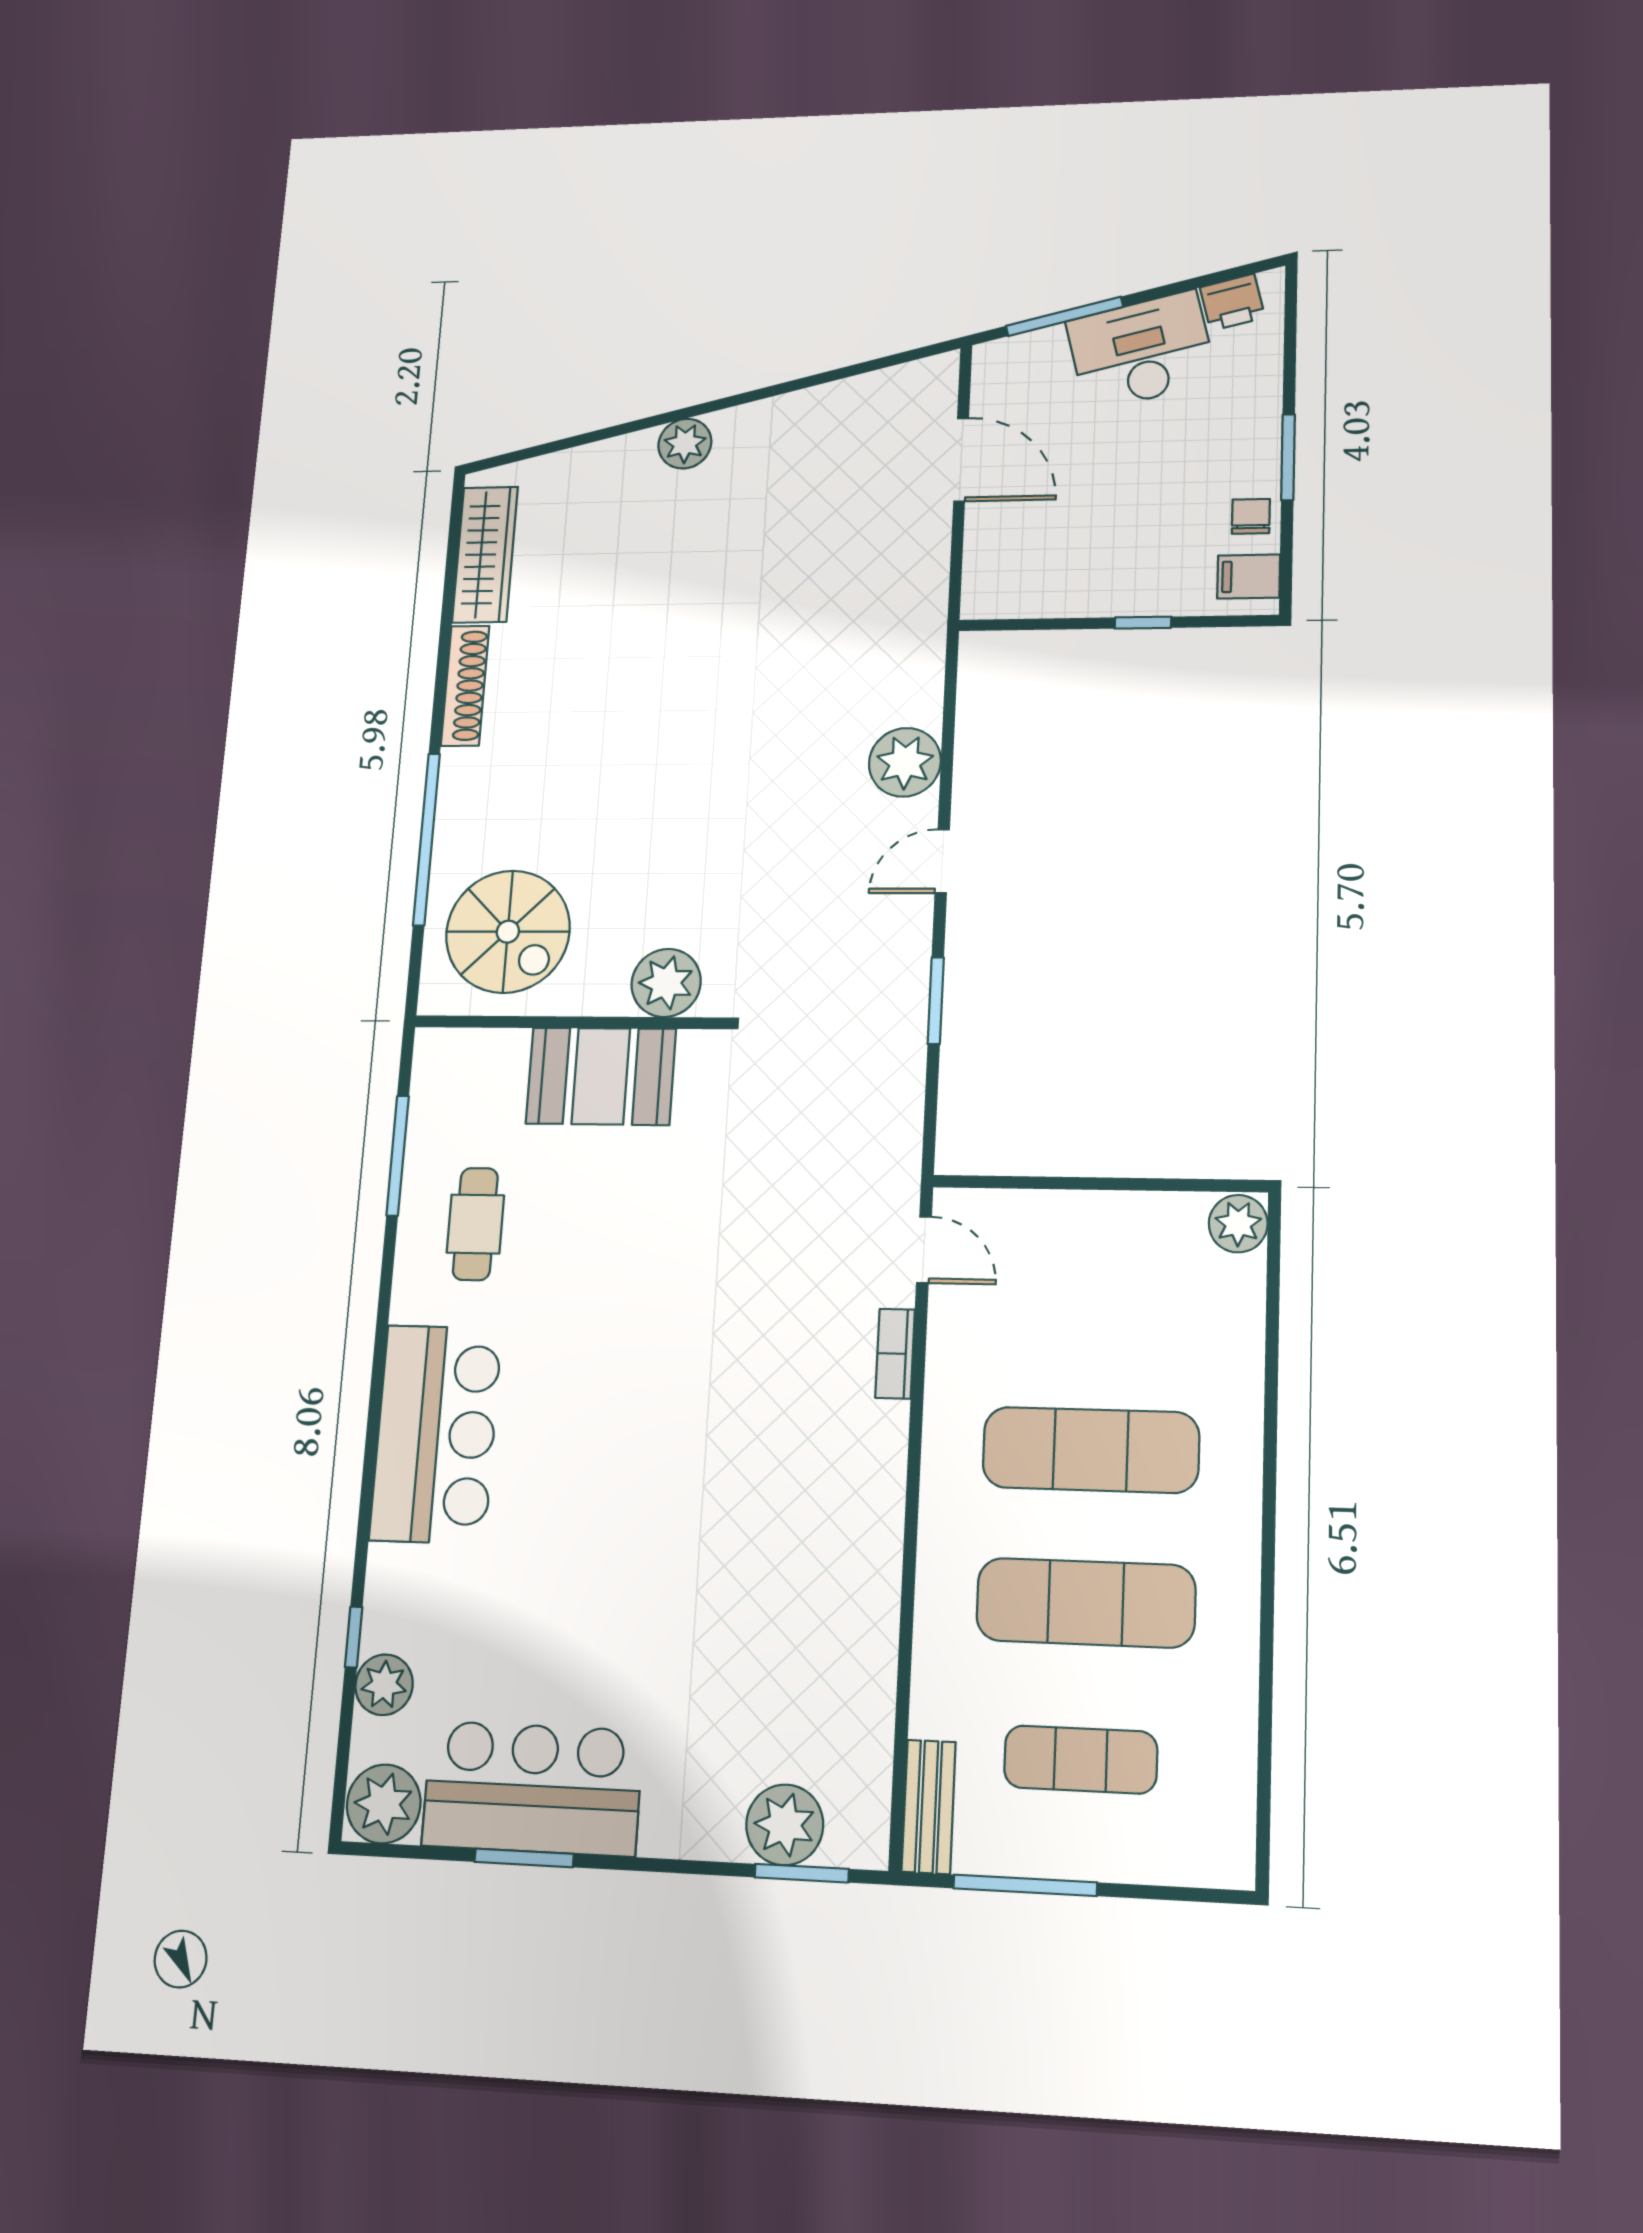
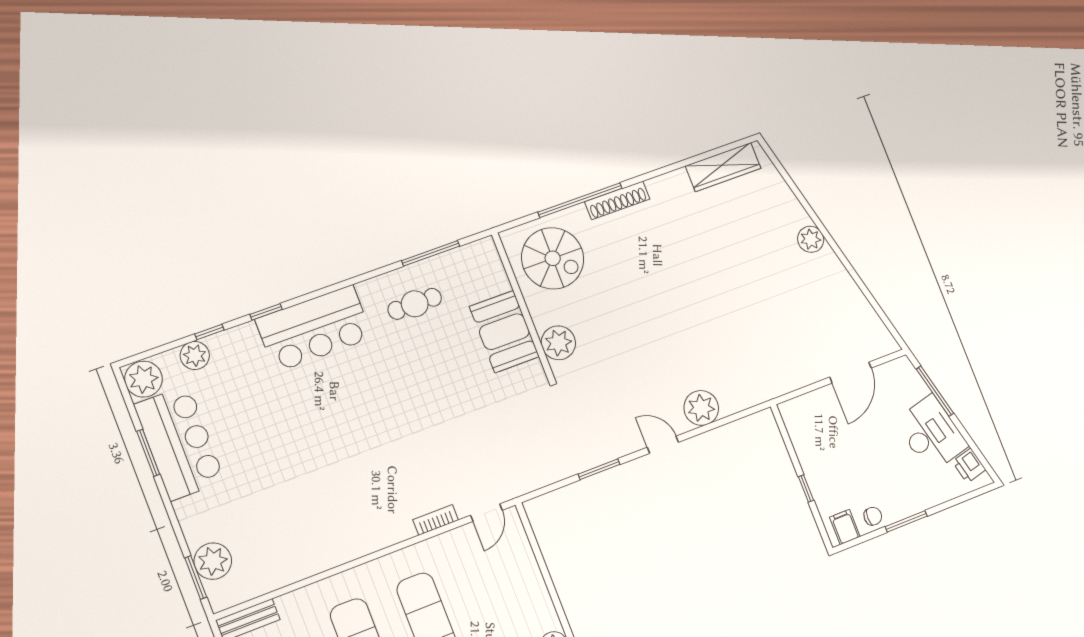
shoe rack: (465, 686) -> (617, 200), moved
spiral stairs: (508, 932) -> (553, 258), turned -90
window: (365, 1512) -> (266, 312), added

